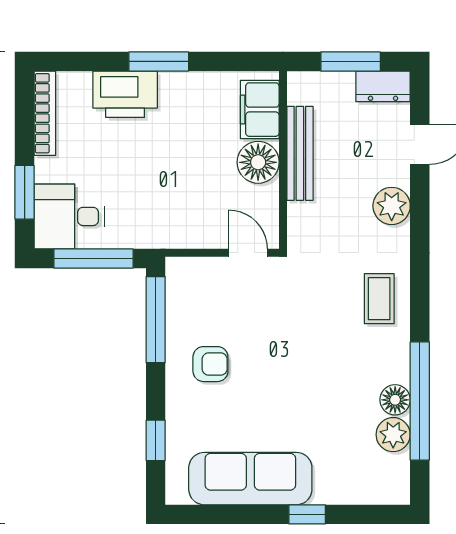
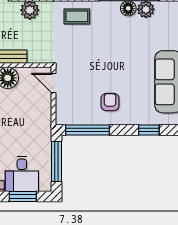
desk: (69, 216) -> (22, 174), moved
door: (248, 253) -> (54, 83), hinge flipped

